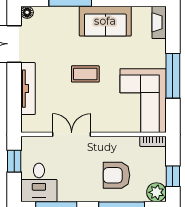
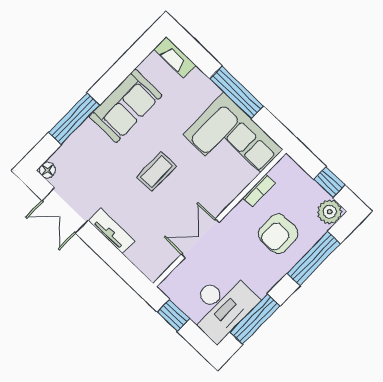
tv unit: (28, 89) -> (112, 231), width x0.71
bookcase: (153, 141) -> (259, 190), moved
desk: (39, 183) -> (221, 305), width x1.37

